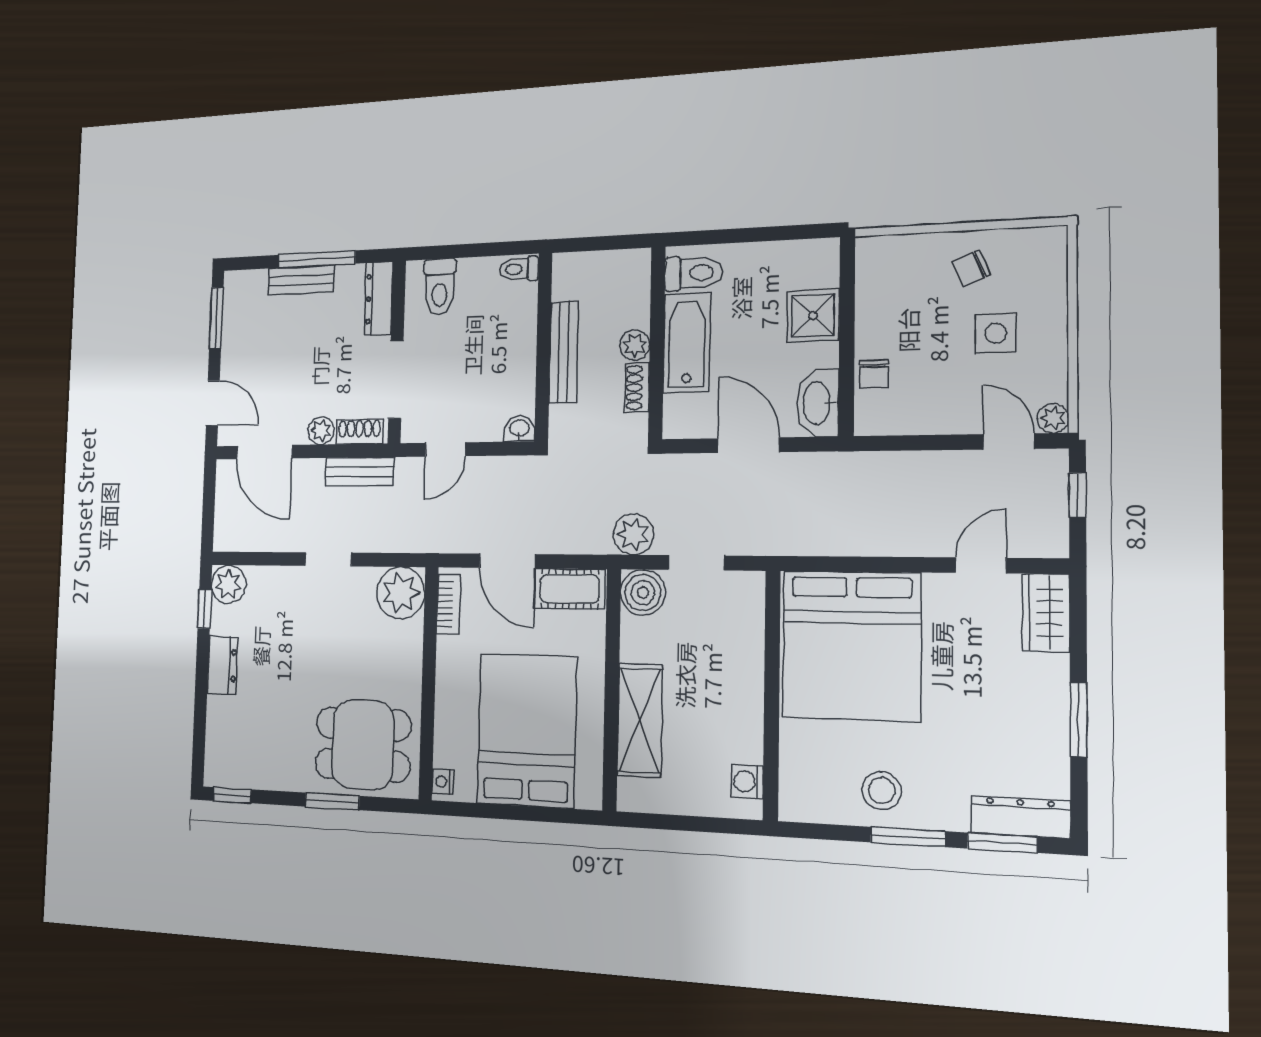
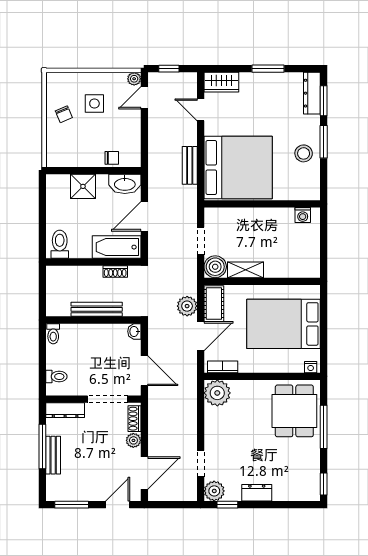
toilet: (440, 287) -> (56, 377), width x0.73, depth x0.72
bathtub: (687, 343) -> (117, 247), moved
plant: (635, 345) -> (94, 273), removed
door: (445, 449) -> (144, 371), width x1.38
bench: (359, 472) -> (190, 165), moved
plant: (633, 534) -> (187, 306), moved
doorway: (328, 559) -> (201, 463), moved
shelving: (640, 720) -> (245, 270), moved, width x0.67, depth x0.75
window: (332, 801) -> (324, 427), width x1.44

